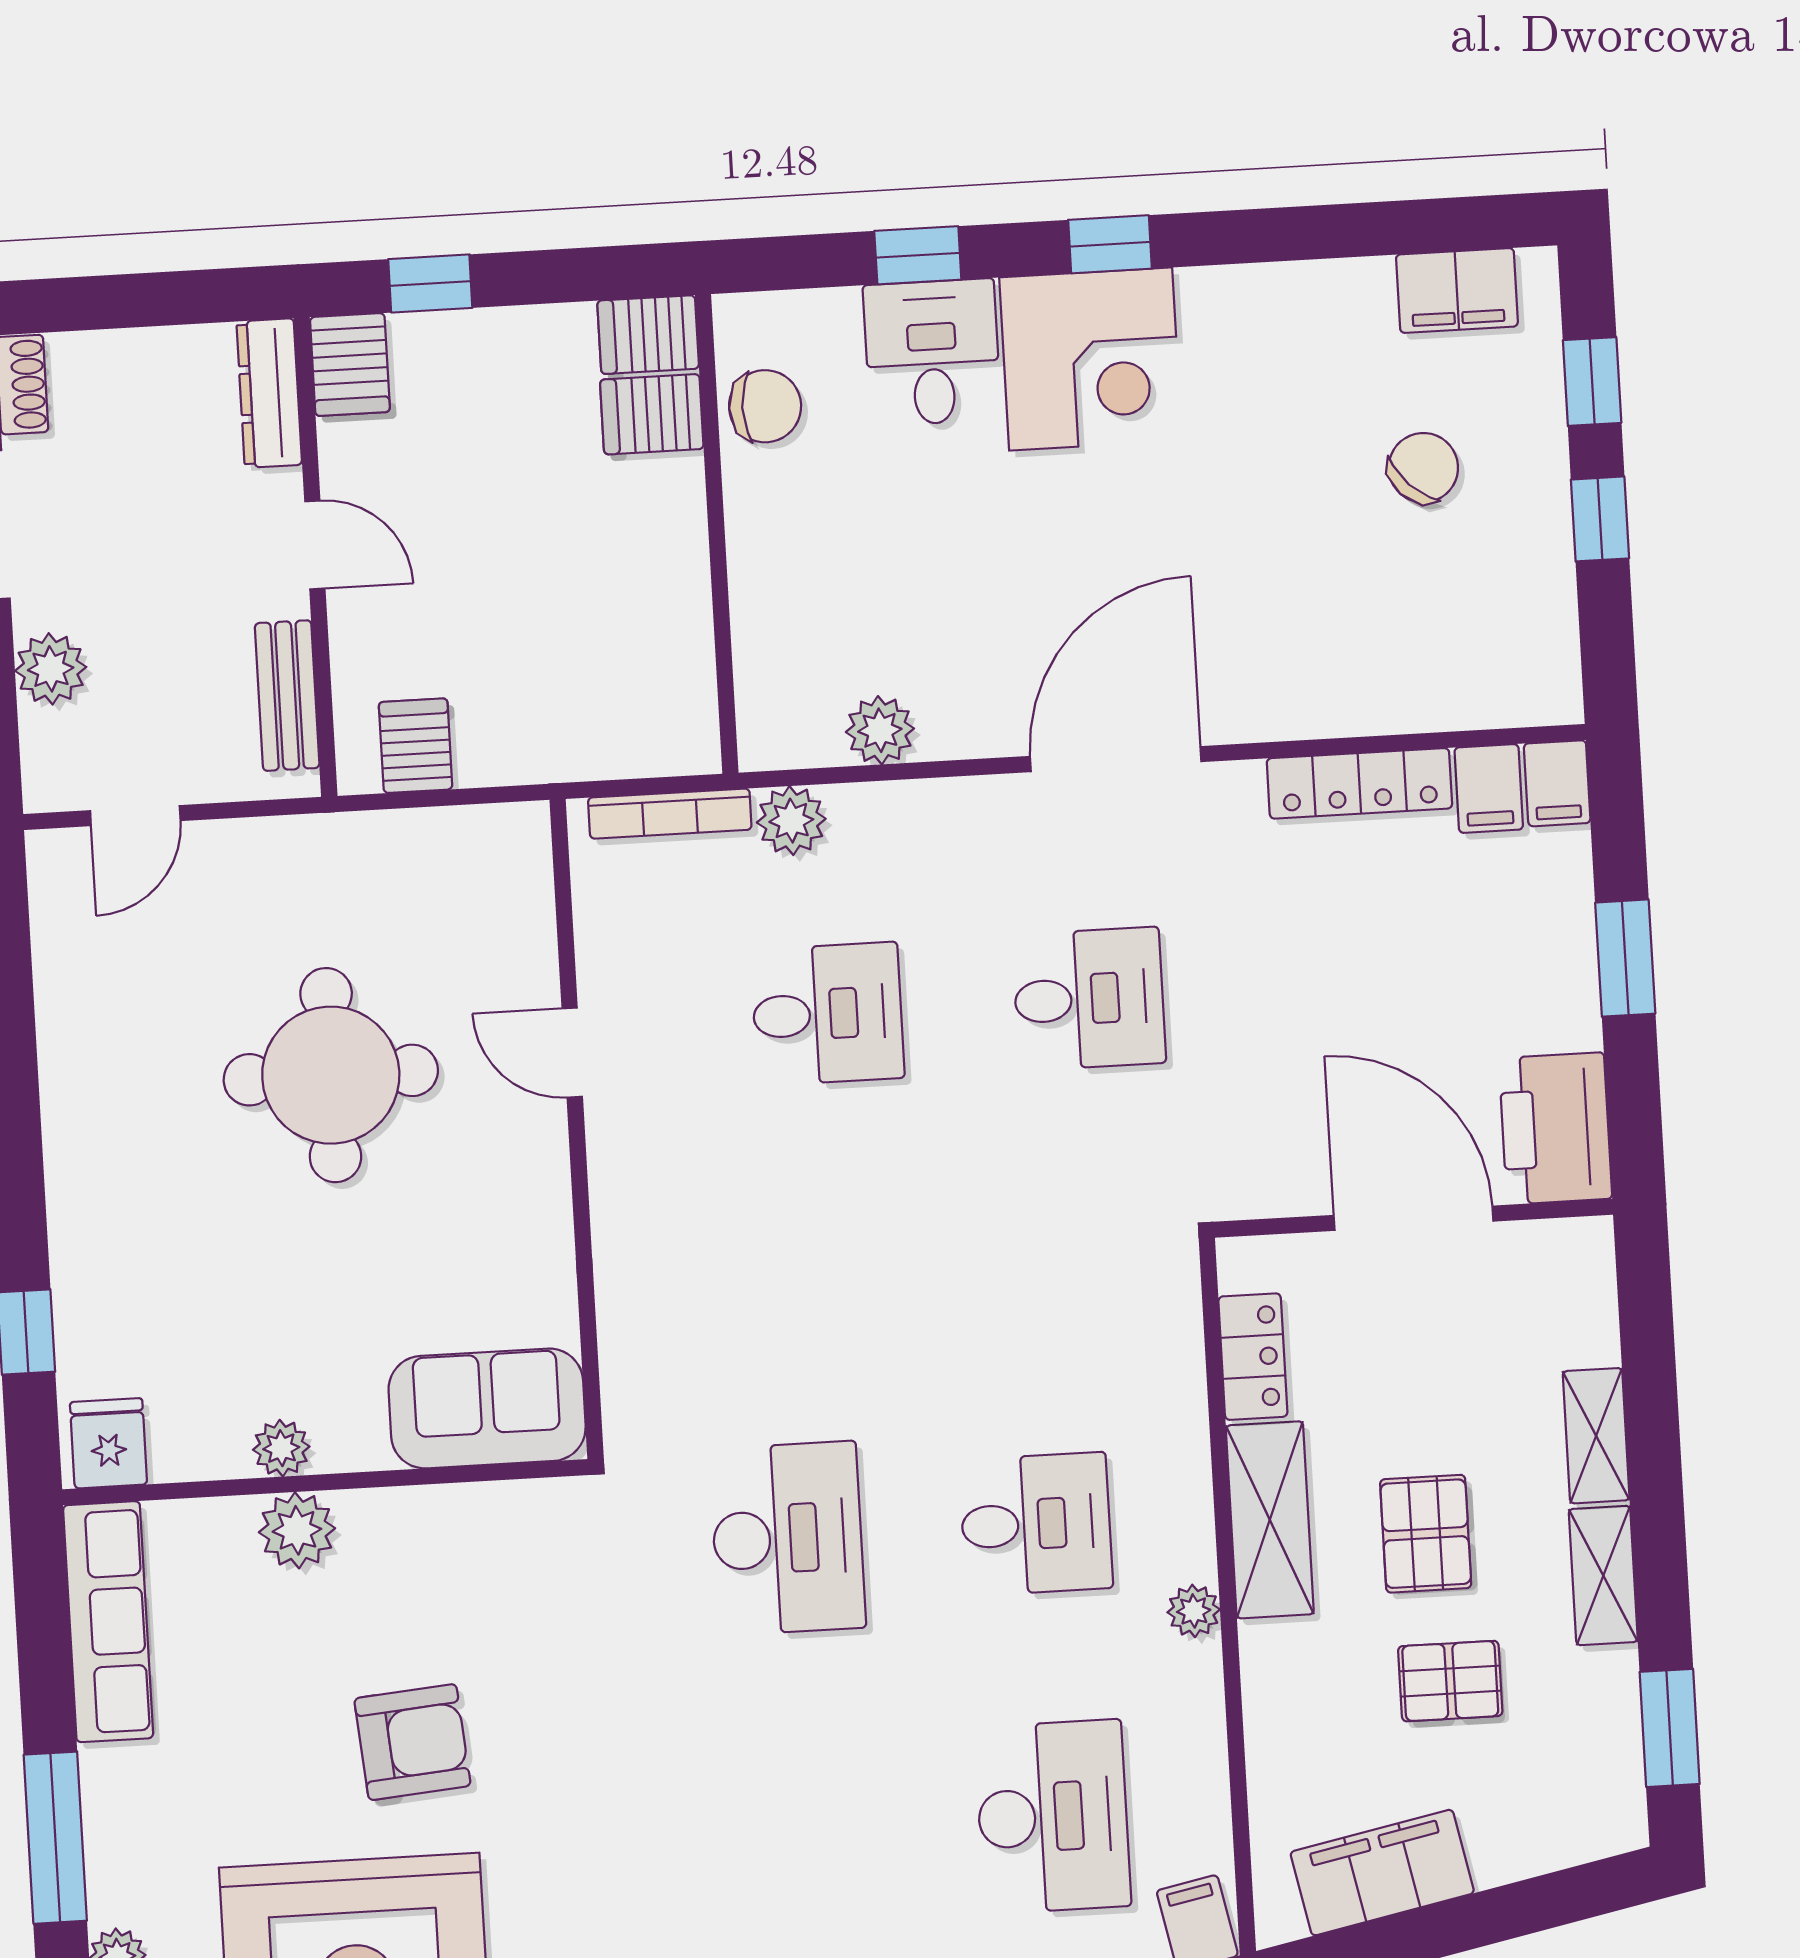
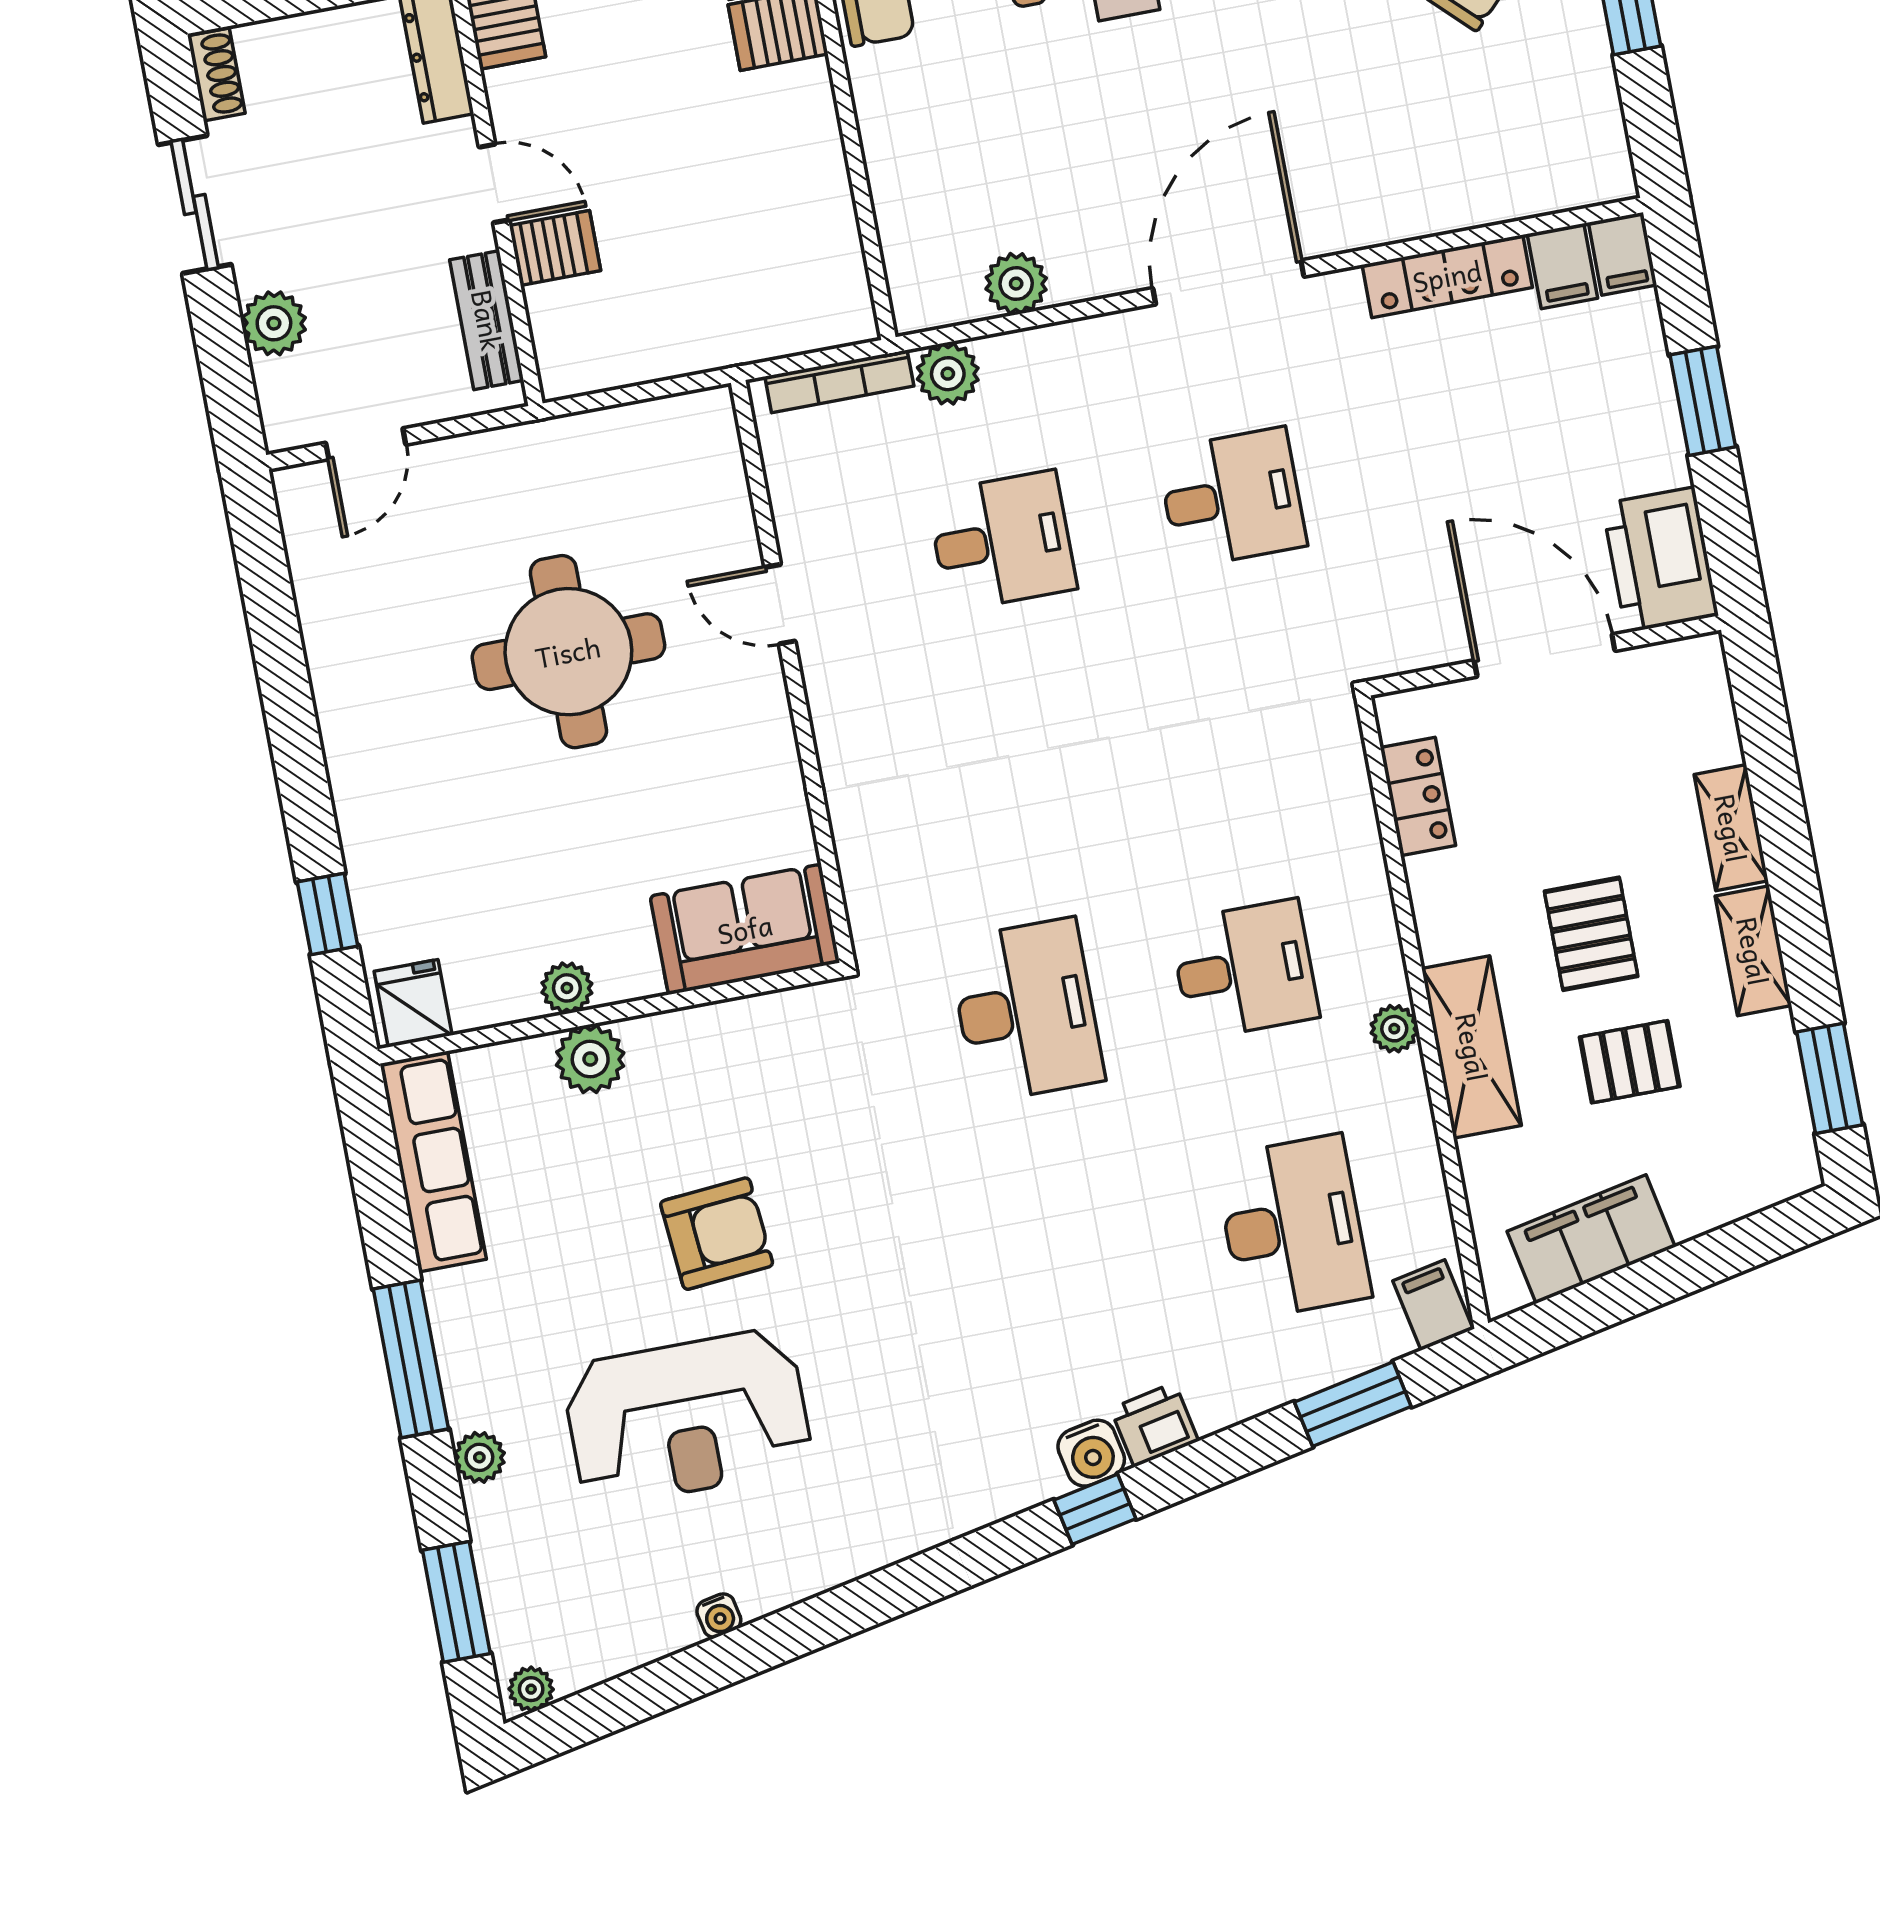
server rack: (416, 746) -> (555, 248), moved, turned 90
shelving: (1270, 1520) -> (1472, 1047), moved

